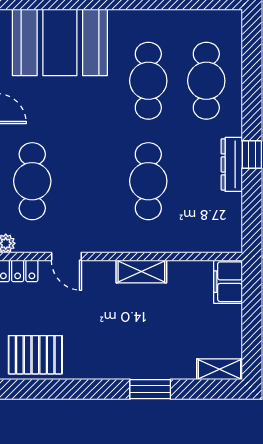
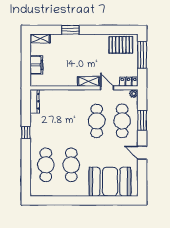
dresser: (232, 164) -> (35, 101), moved
cafe table: (148, 181) -> (97, 121), moved
shelving: (141, 271) -> (89, 81), moved
filing cabinet: (228, 282) -> (36, 65), moved

